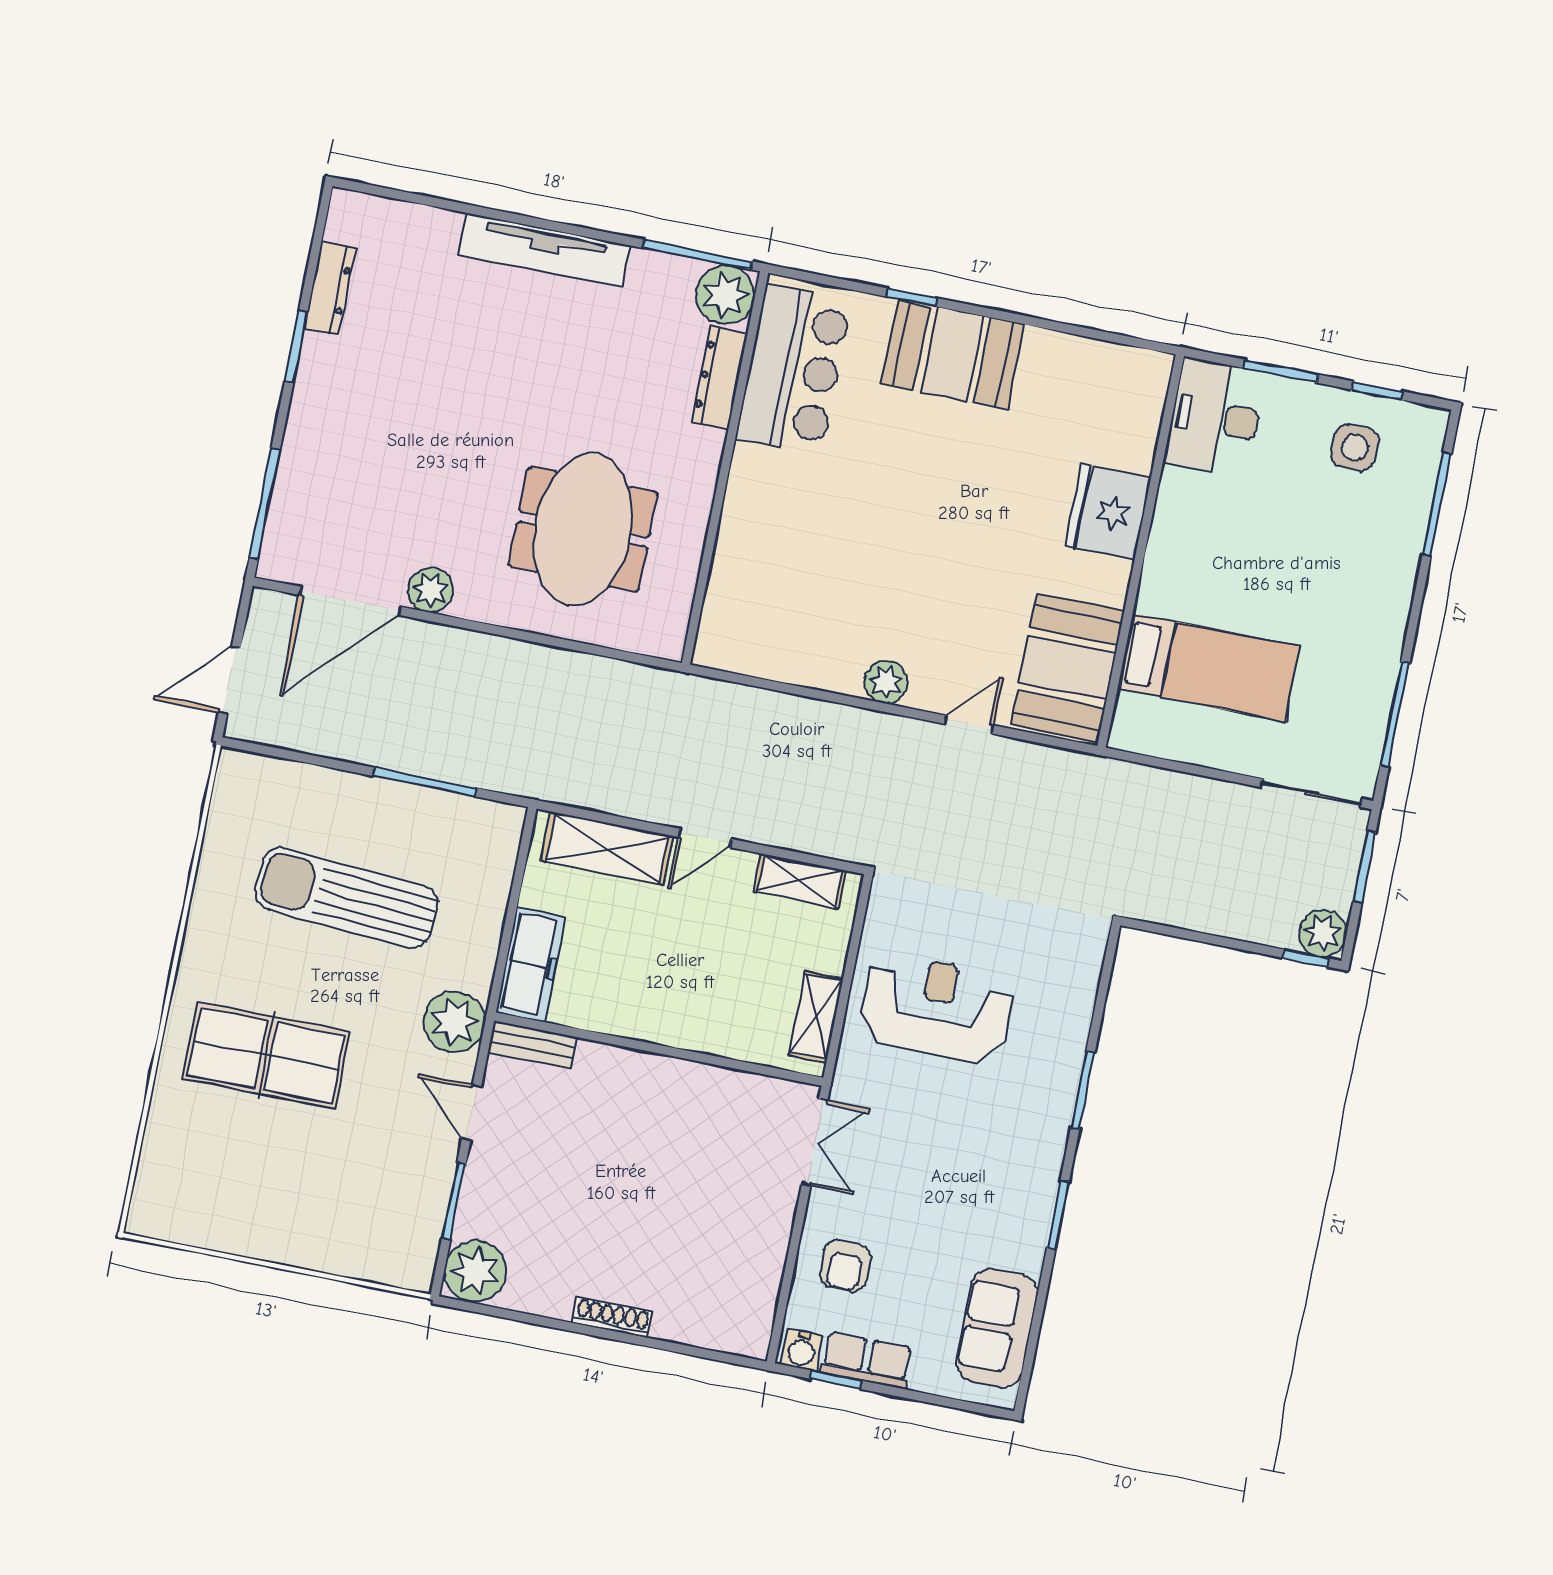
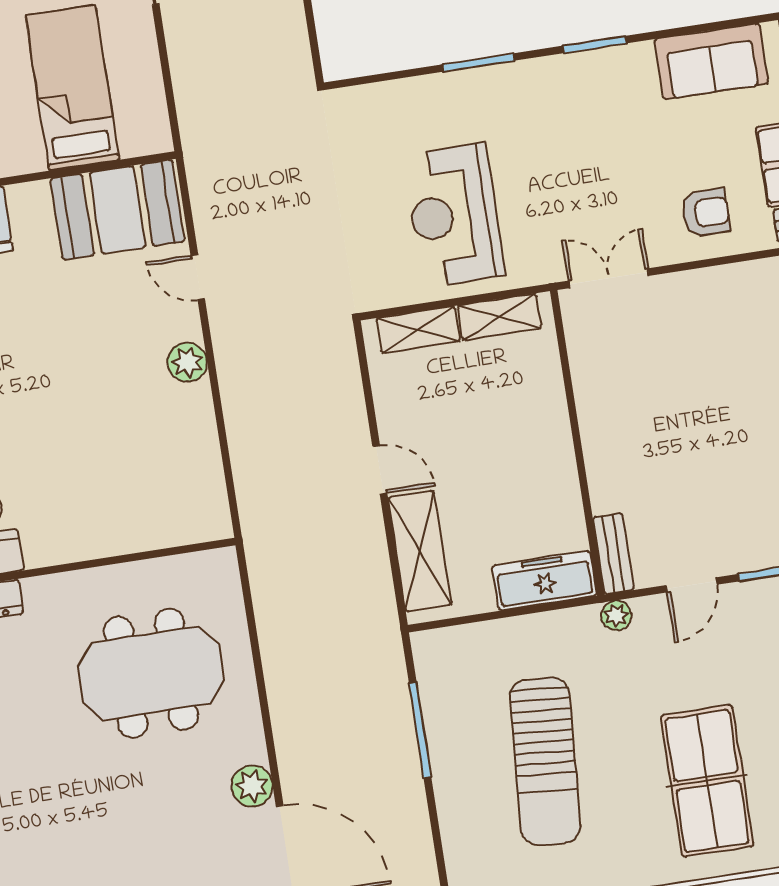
shelving: (800, 881) -> (418, 330), moved, turned 90
plant: (454, 1022) -> (616, 615), width x0.53, depth x0.53

